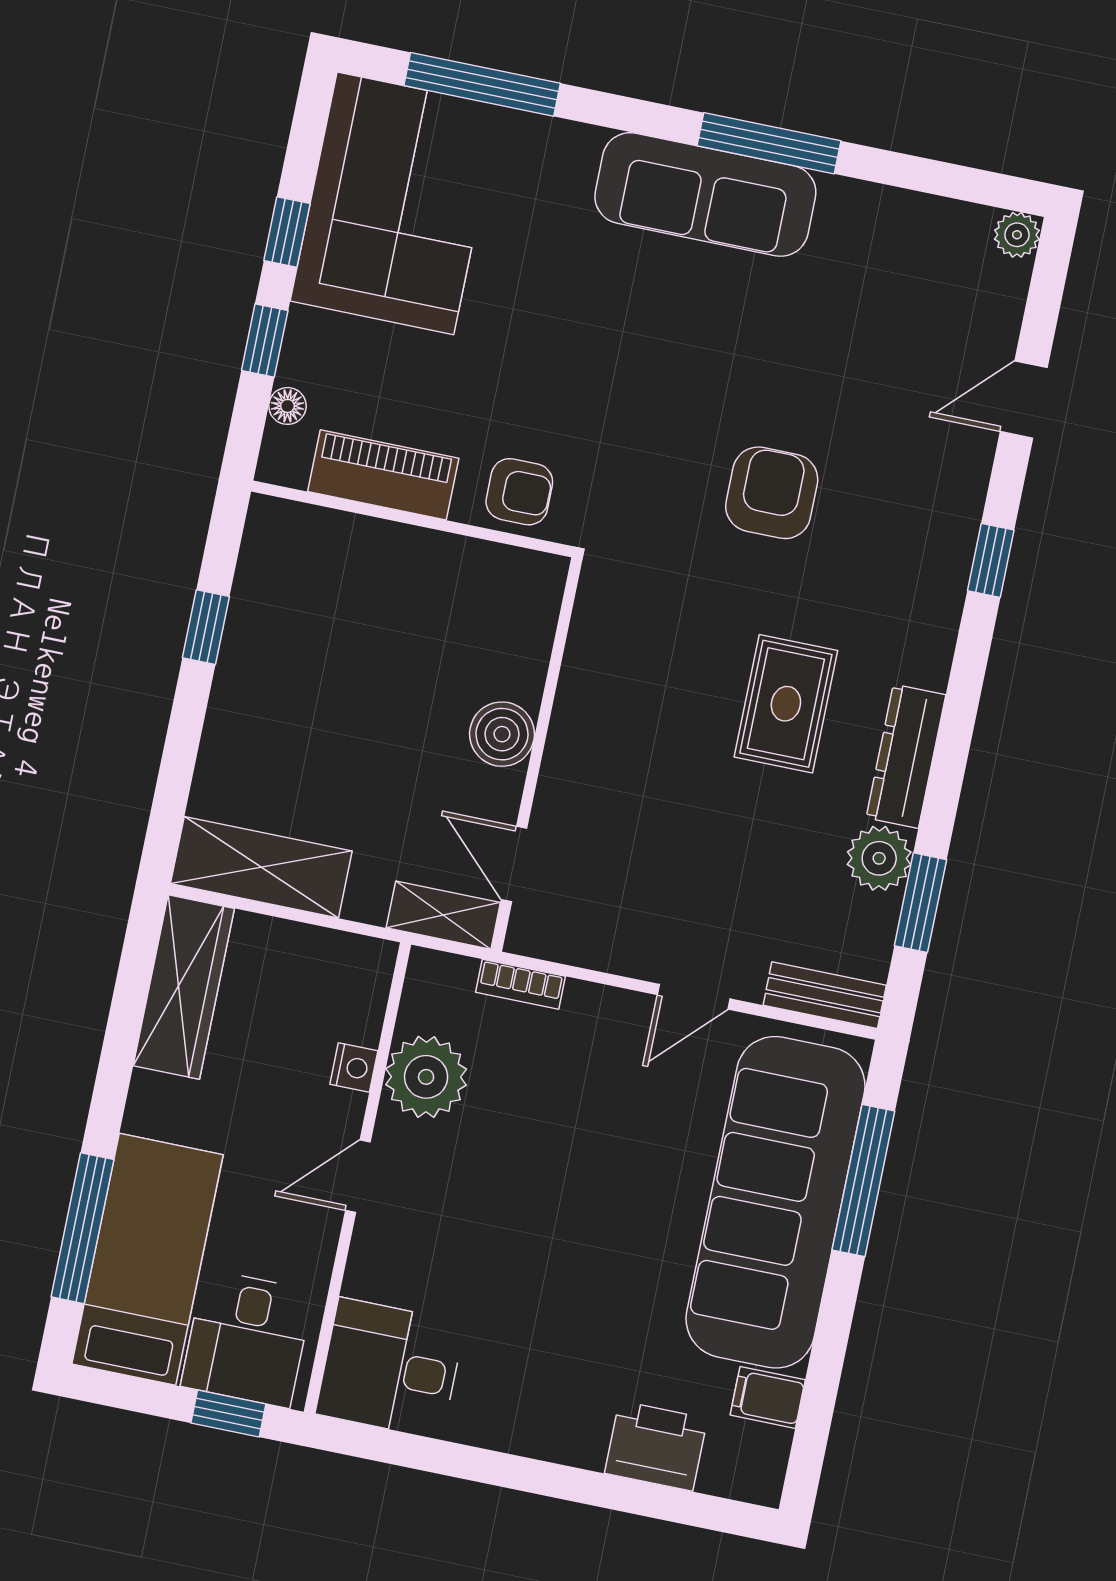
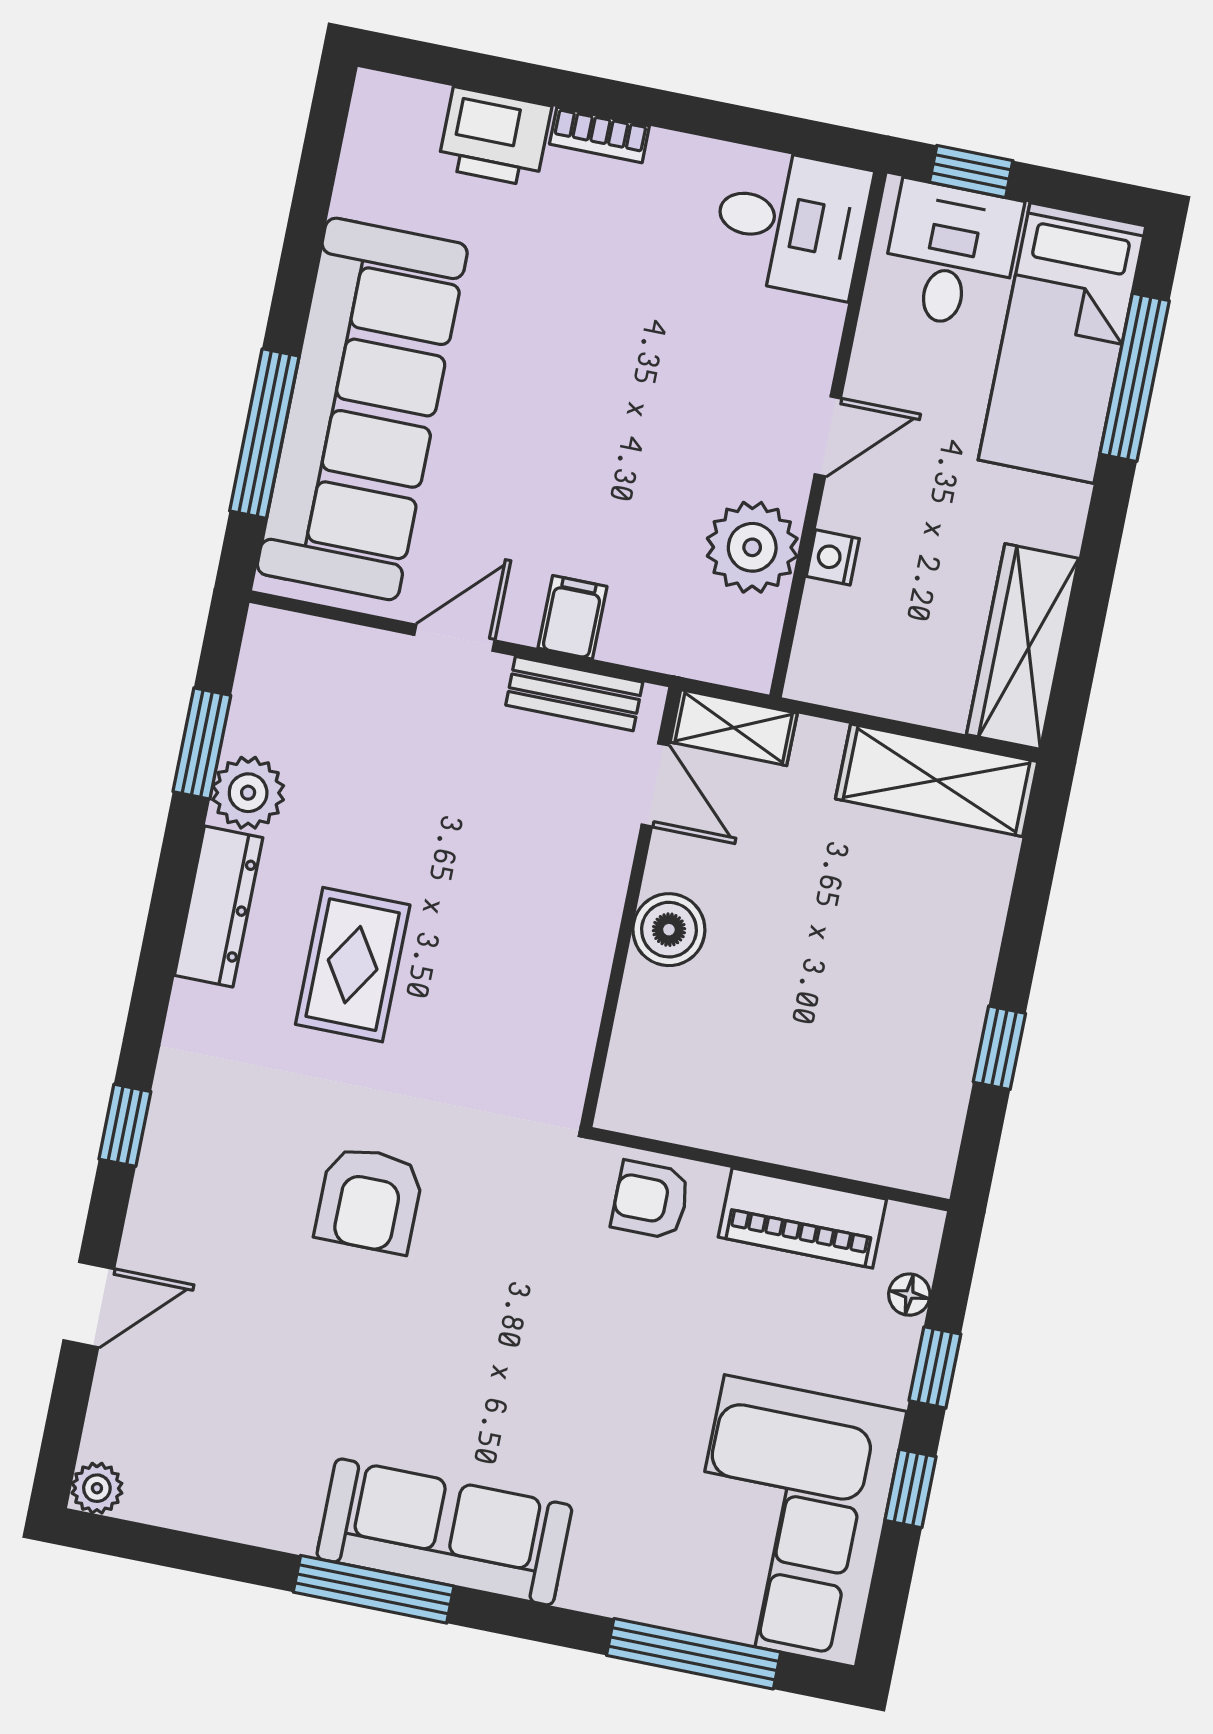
bookcase: (521, 984) -> (599, 135), moved, turned 180
bench: (825, 995) -> (574, 694), moved
filing cabinet: (768, 1397) -> (573, 617), moved, turned -90

